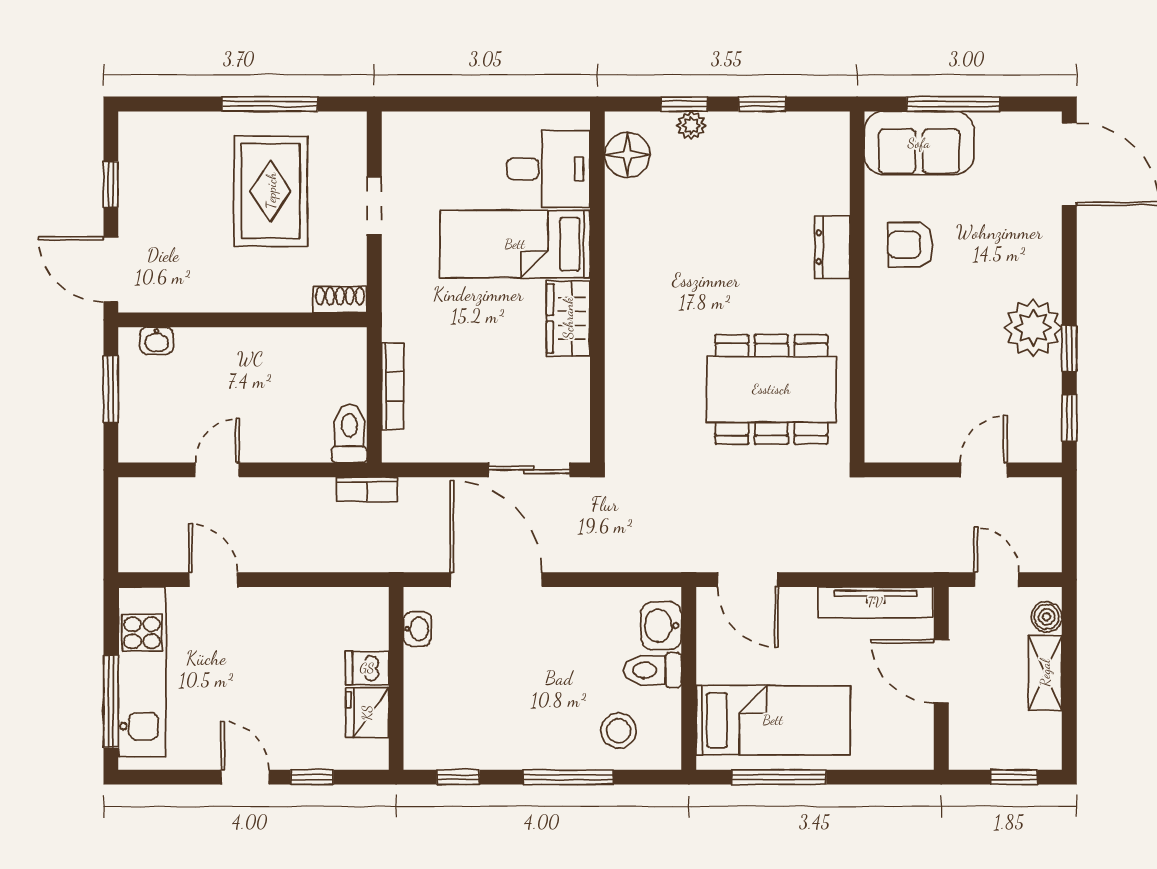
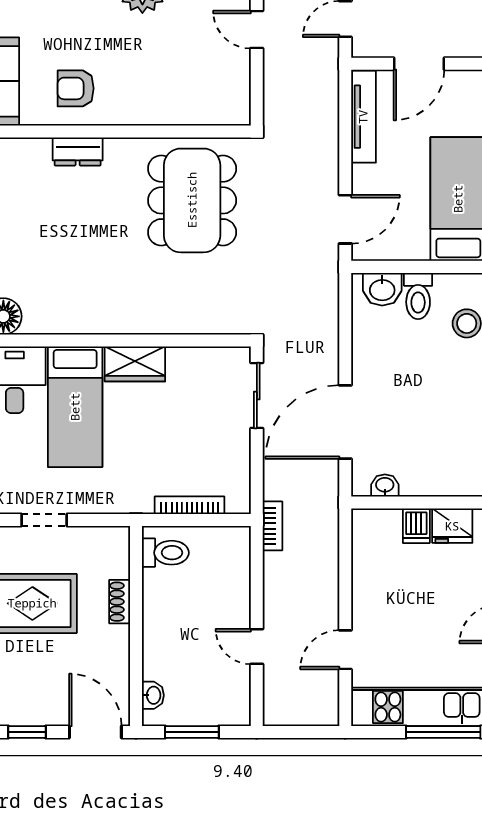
armchair: (911, 245) -> (76, 88), turned 90
door: (111, 269) -> (95, 732), swing flipped
shoe rack: (340, 299) -> (120, 602), moved
toilet: (349, 433) -> (165, 553), moved, turned 180

